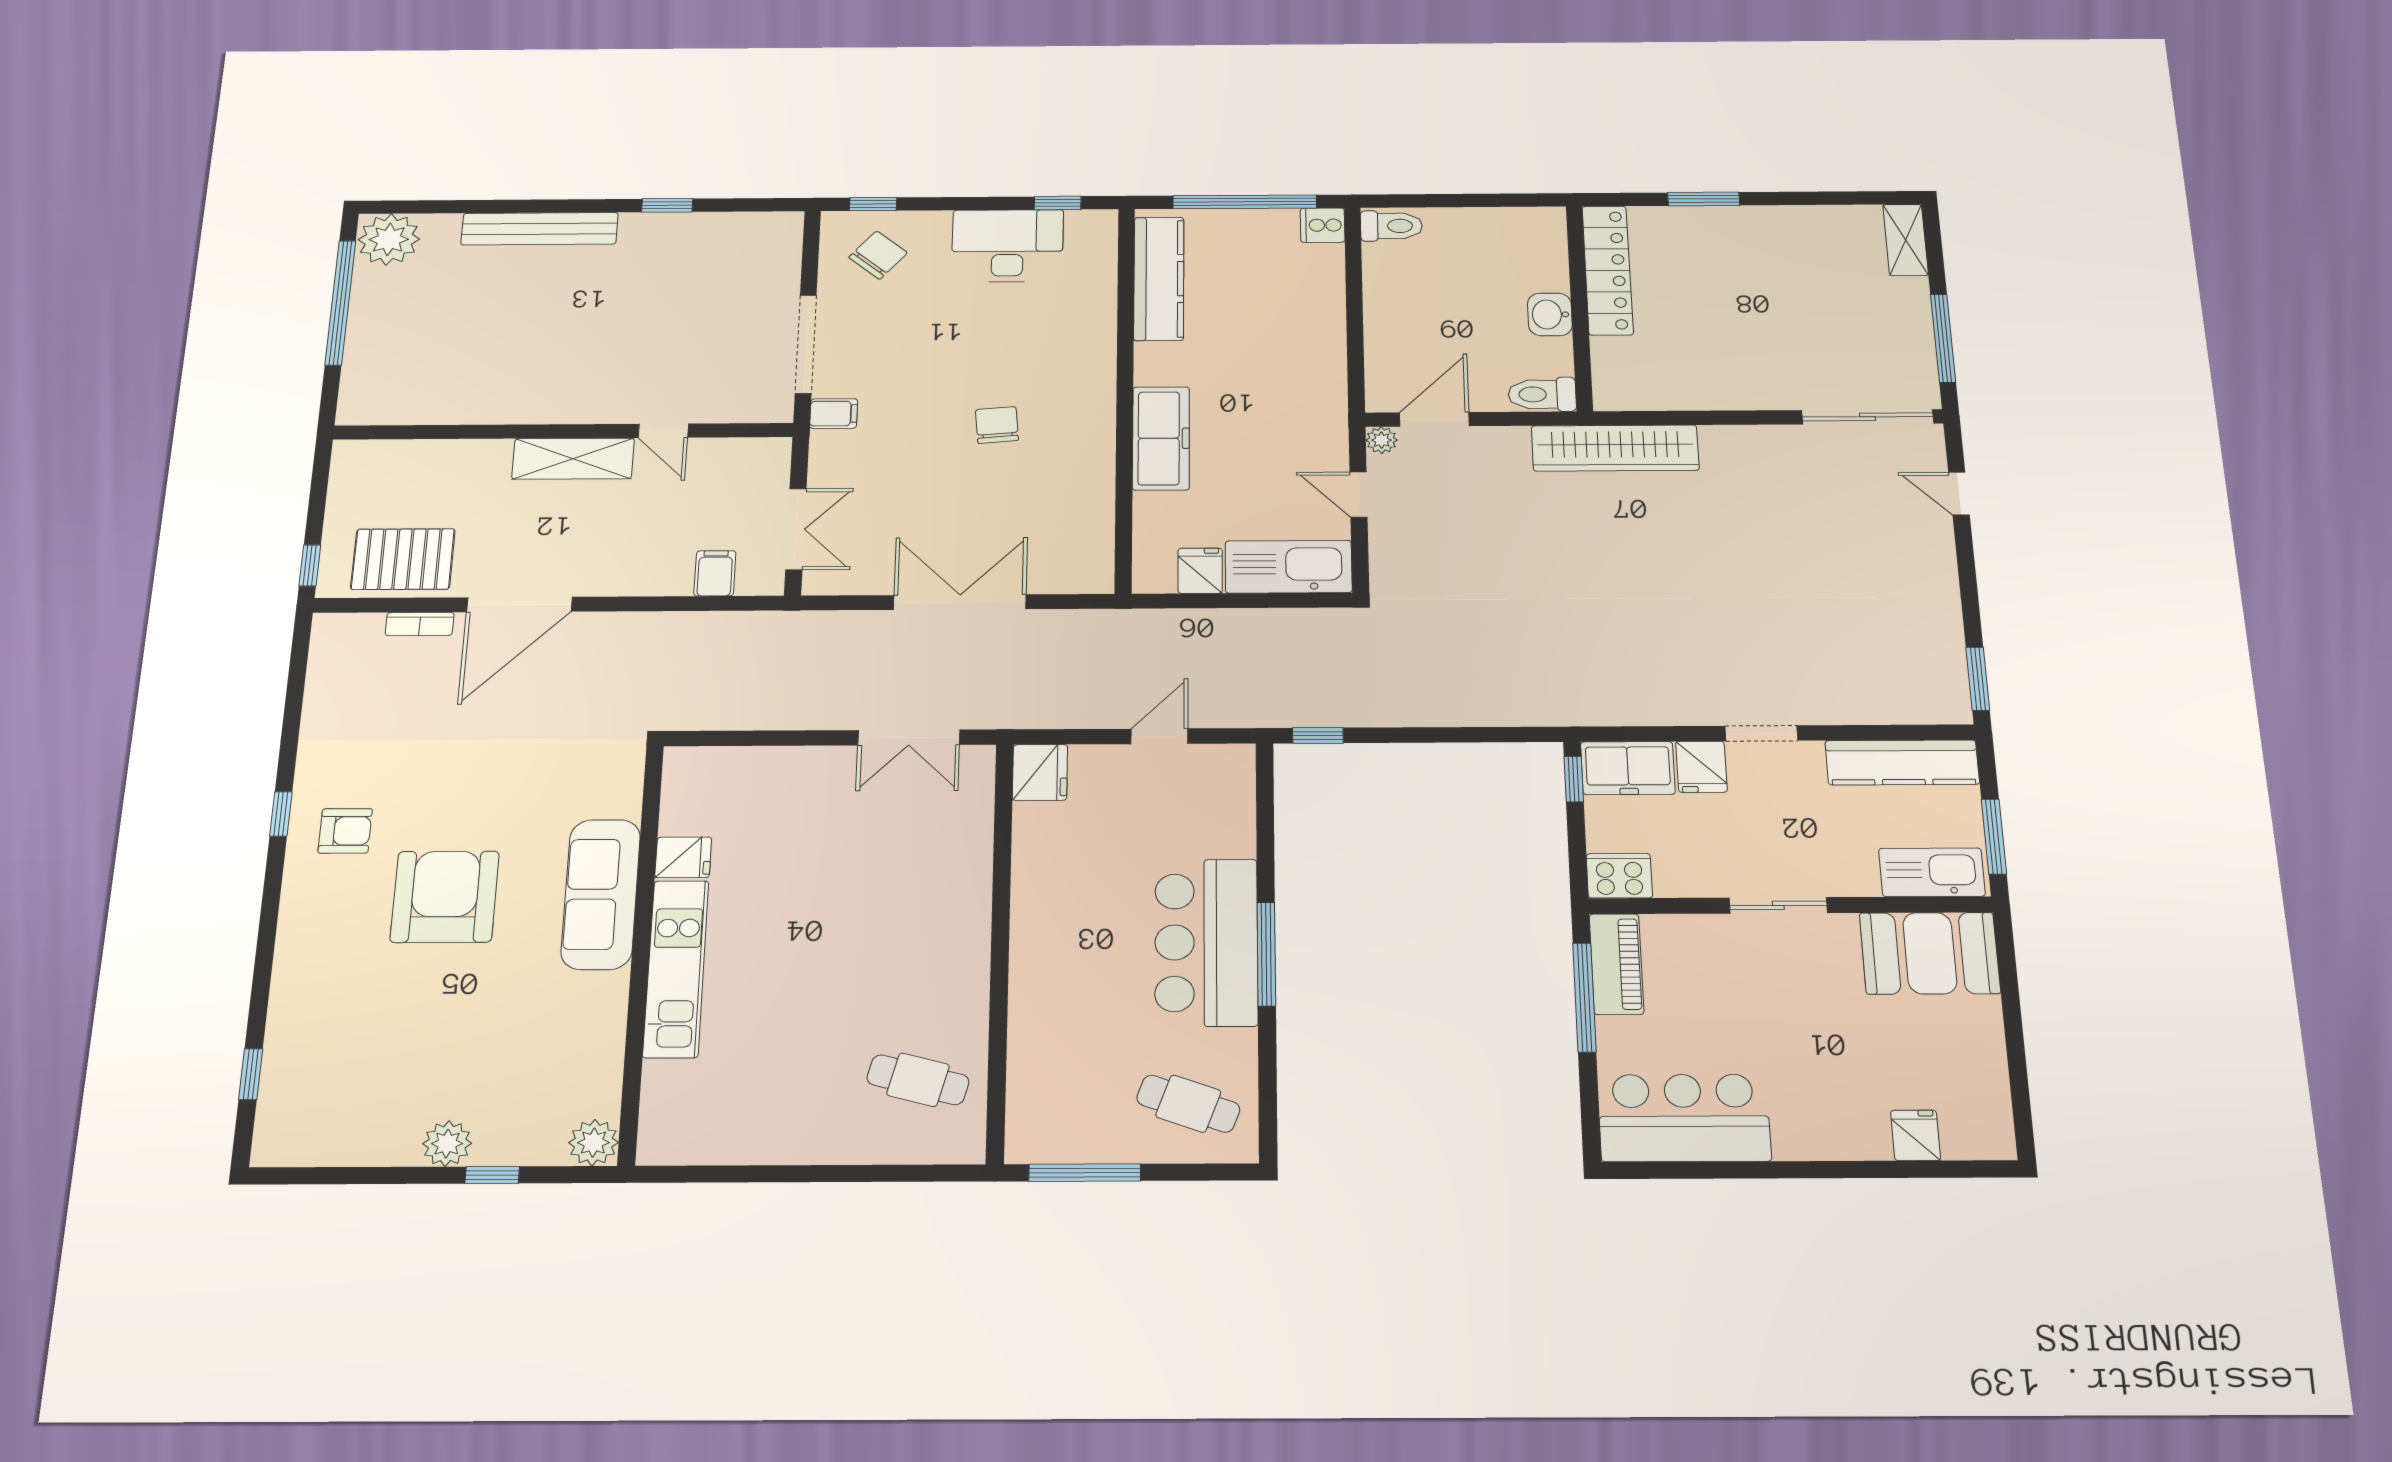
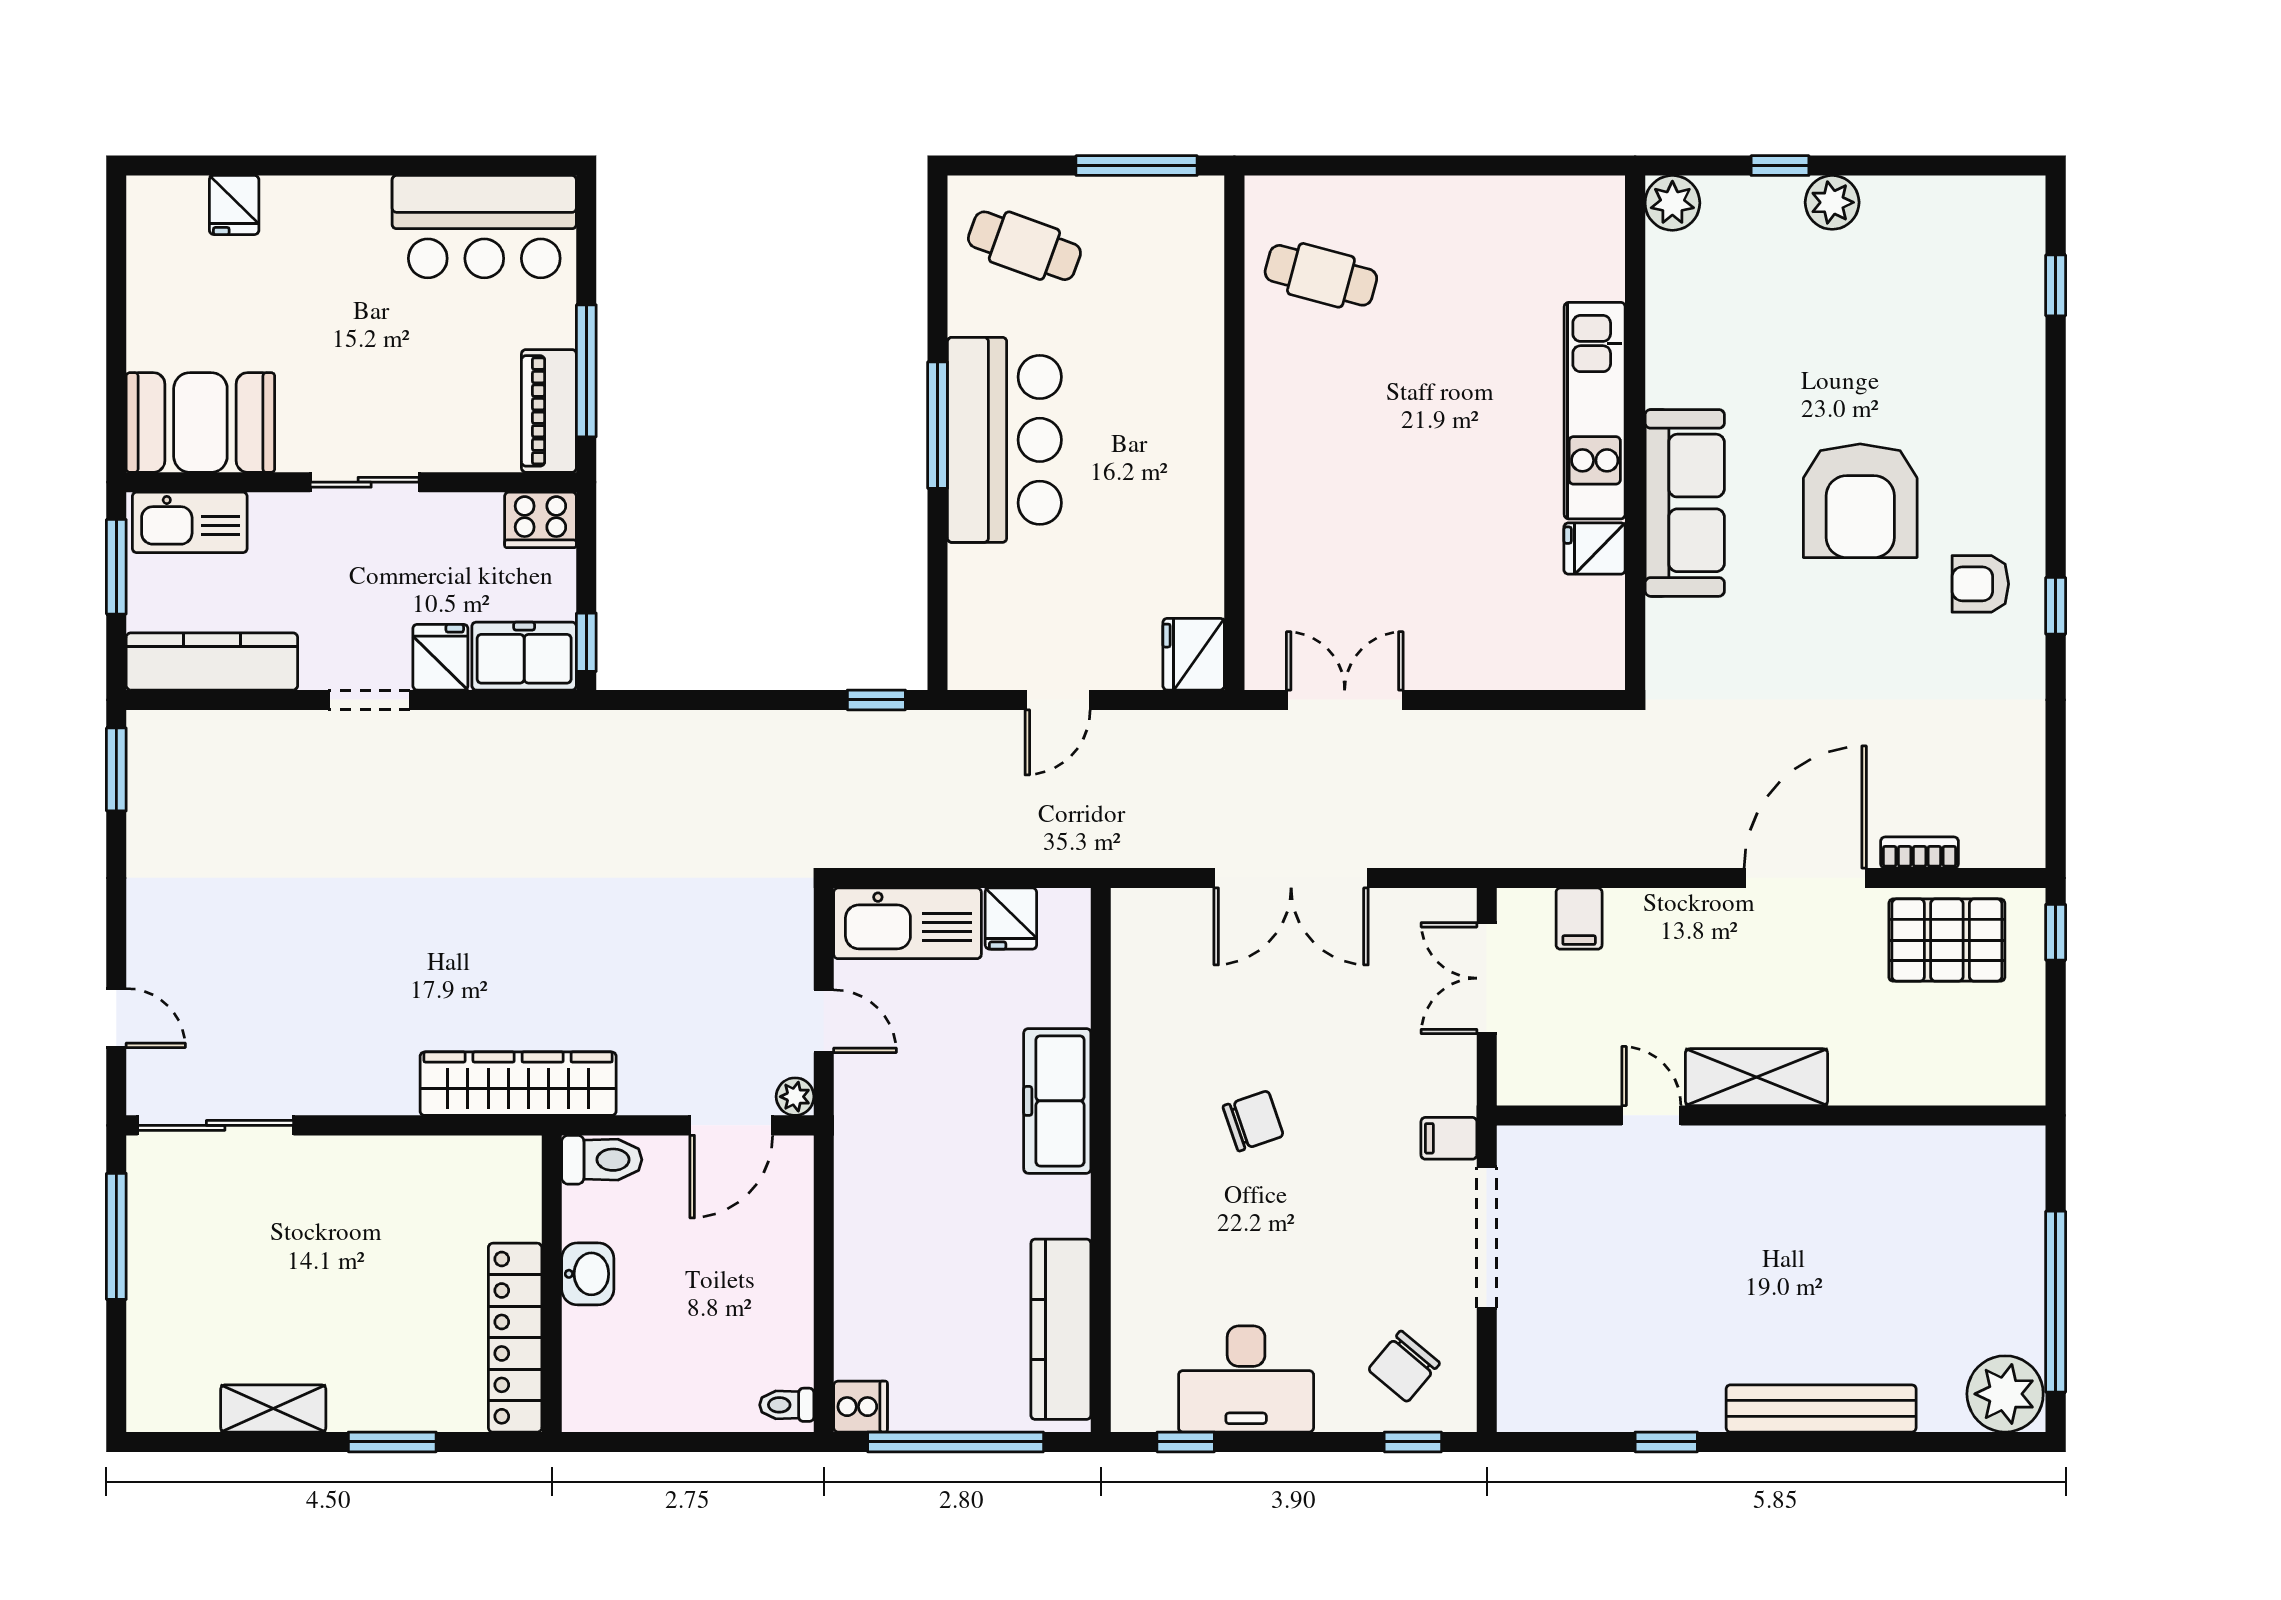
toilet: (1391, 226) -> (787, 1405), width x0.73, depth x0.72
shelving: (1906, 240) -> (273, 1408), moved, turned 90
chair: (997, 425) -> (1253, 1121), turned -104

